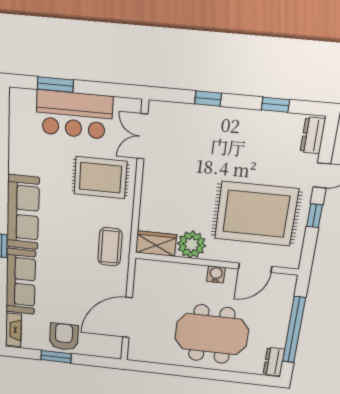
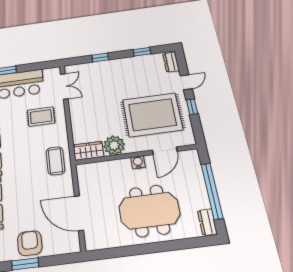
double door: (142, 136) -> (64, 86), swing flipped
rug: (100, 178) -> (41, 117), width x0.73, depth x0.70
door: (127, 318) -> (79, 213), hinge flipped

